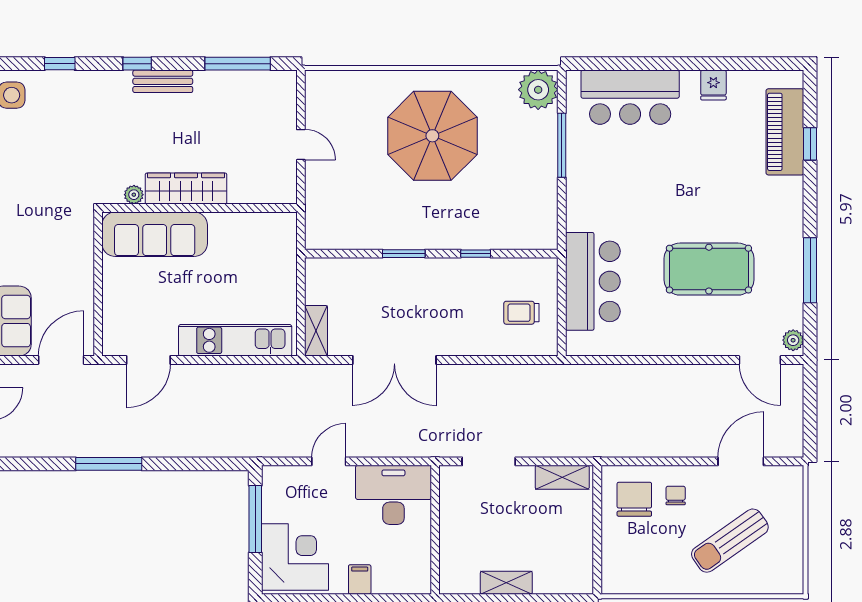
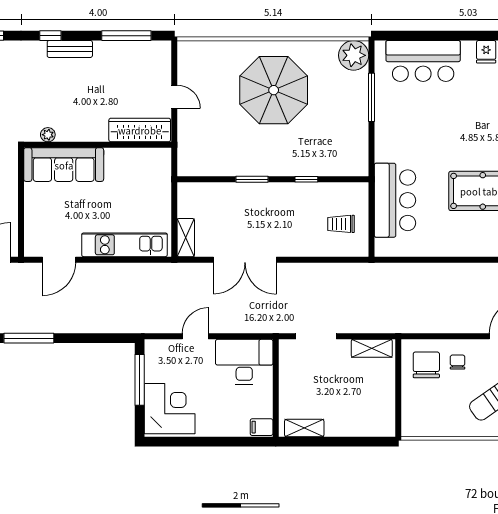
wardrobe: (186, 189) -> (140, 130), moved
filing cabinet: (360, 579) -> (262, 427), moved, turned -90
shelving: (506, 583) -> (304, 428), moved

